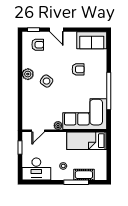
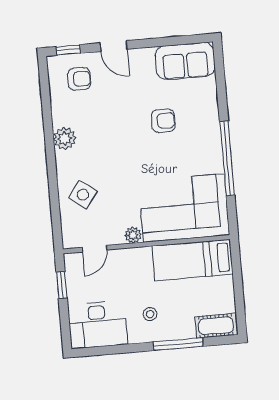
side table: (47, 81) -> (83, 195), moved
cot: (84, 175) -> (216, 326), moved

